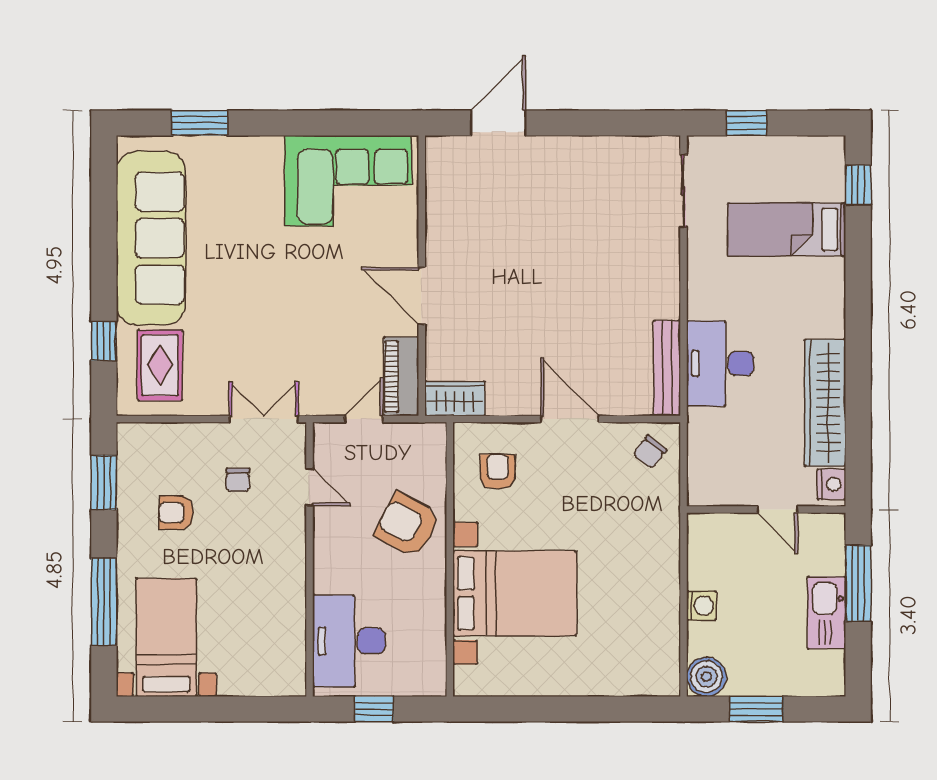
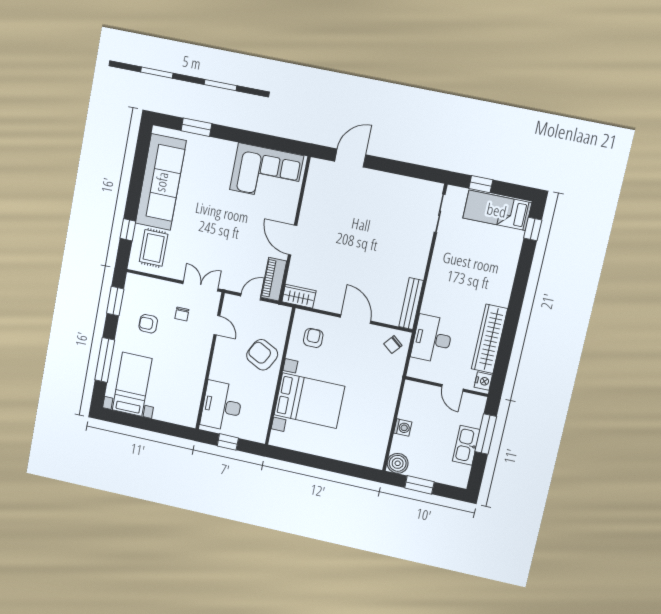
bed: (787, 229) -> (497, 210), moved
desk: (720, 363) -> (432, 339), moved

